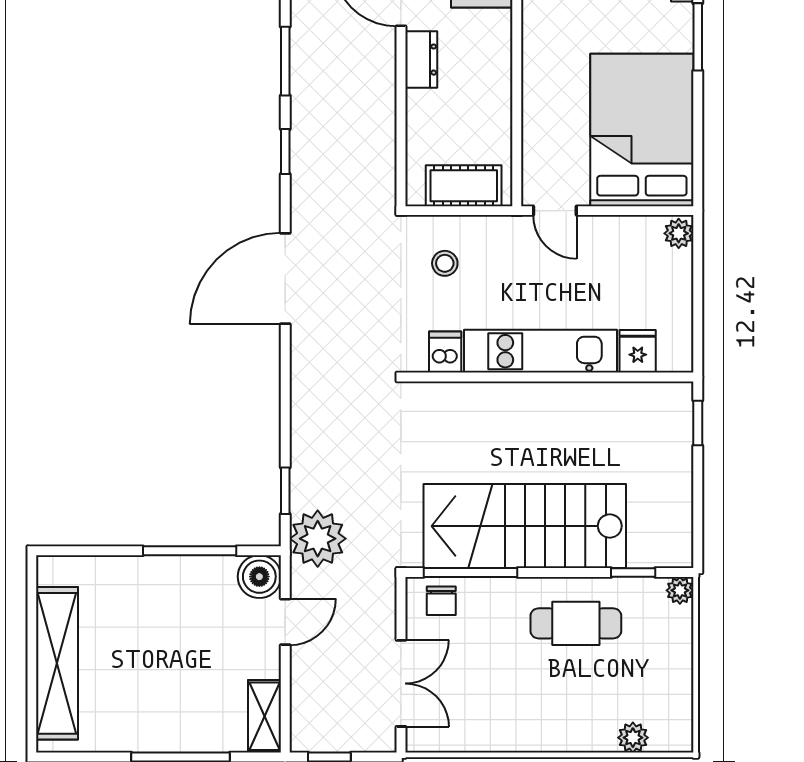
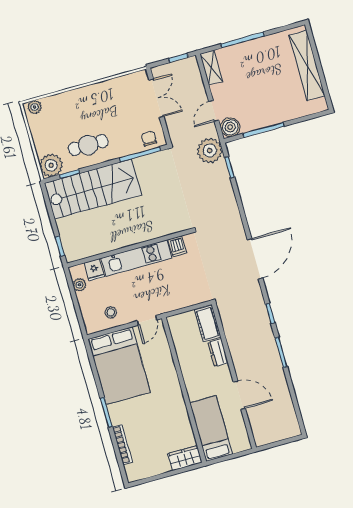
dresser: (421, 60) -> (218, 353), moved
cot: (464, 186) -> (208, 323), moved, turned 90
door: (555, 211) -> (147, 320), swing flipped
plant: (679, 233) -> (80, 285), moved
stool: (445, 263) -> (111, 312), moved
stairs: (525, 526) -> (93, 189), moved
plant: (680, 590) -> (51, 165), width x1.87, depth x1.87
double door: (401, 683) -> (156, 98), swing flipped
plant: (633, 738) -> (35, 107), moved

